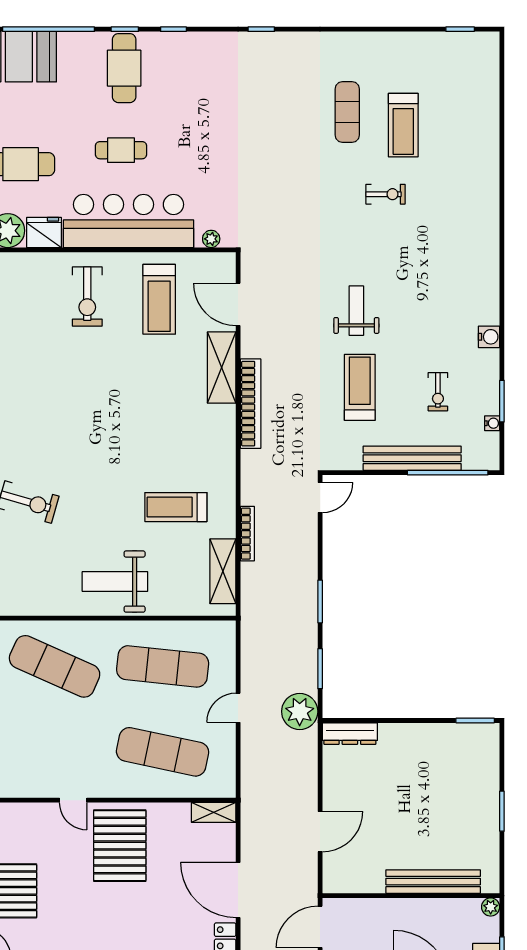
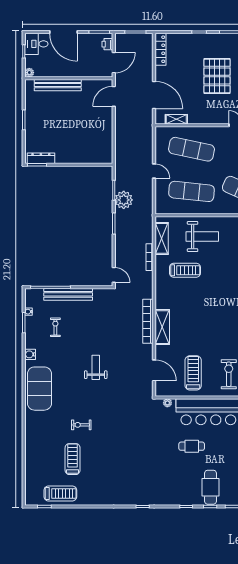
exercise mat: (347, 112) -> (39, 389), moved, width x2.00, depth x1.45
cafe table: (121, 150) -> (192, 446), moved
weight bench: (356, 311) -> (96, 367), turned 180
shelving: (222, 368) -> (162, 327), moved
treadmill: (360, 387) -> (60, 493), moved, turned -90
door: (320, 497) -> (114, 275), swing flipped
weight bench: (115, 582) -> (202, 237), moved
door: (238, 708) -> (154, 171), hinge flipped
plant: (300, 711) -> (124, 200), moved
dresser: (350, 734) -> (41, 158), moved
shelving: (214, 812) -> (176, 119), moved
door: (320, 832) -> (114, 96), moved
pallet: (120, 846) -> (217, 76), moved
door: (238, 890) -> (154, 95), moved

